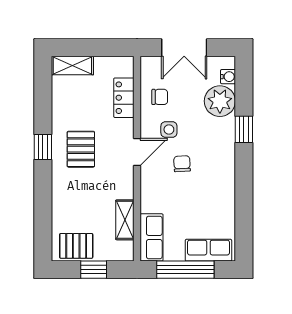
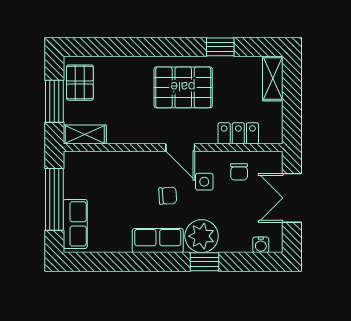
plant: (220, 101) -> (202, 236), moved
window: (43, 147) -> (220, 47), moved
pallet: (81, 149) -> (183, 87), width x1.50, depth x1.42
shelving: (125, 220) -> (85, 135), moved
row of seats: (152, 237) -> (158, 241), moved, turned 180
window: (94, 270) -> (54, 101), width x1.50

